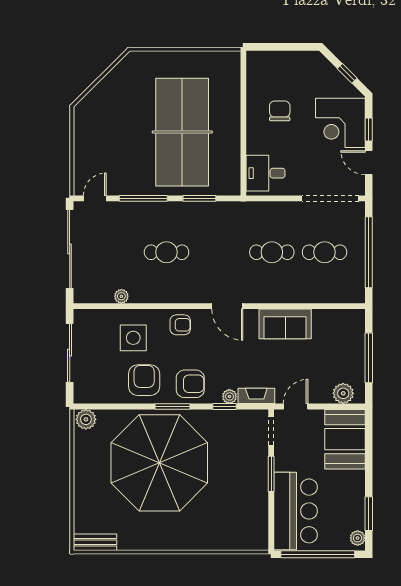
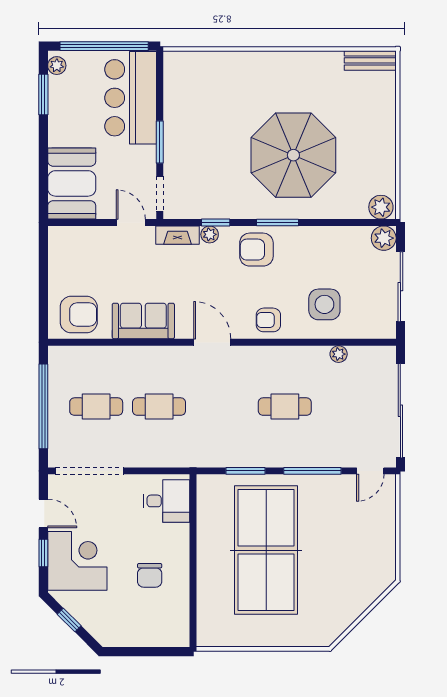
window: (369, 358) -> (43, 281), removed
armchair: (144, 380) -> (79, 315), moved, turned -90
plant: (343, 393) -> (384, 238), moved
door: (296, 406) -> (131, 222), swing flipped
parasol: (159, 463) -> (293, 155), width x0.73, depth x0.73

